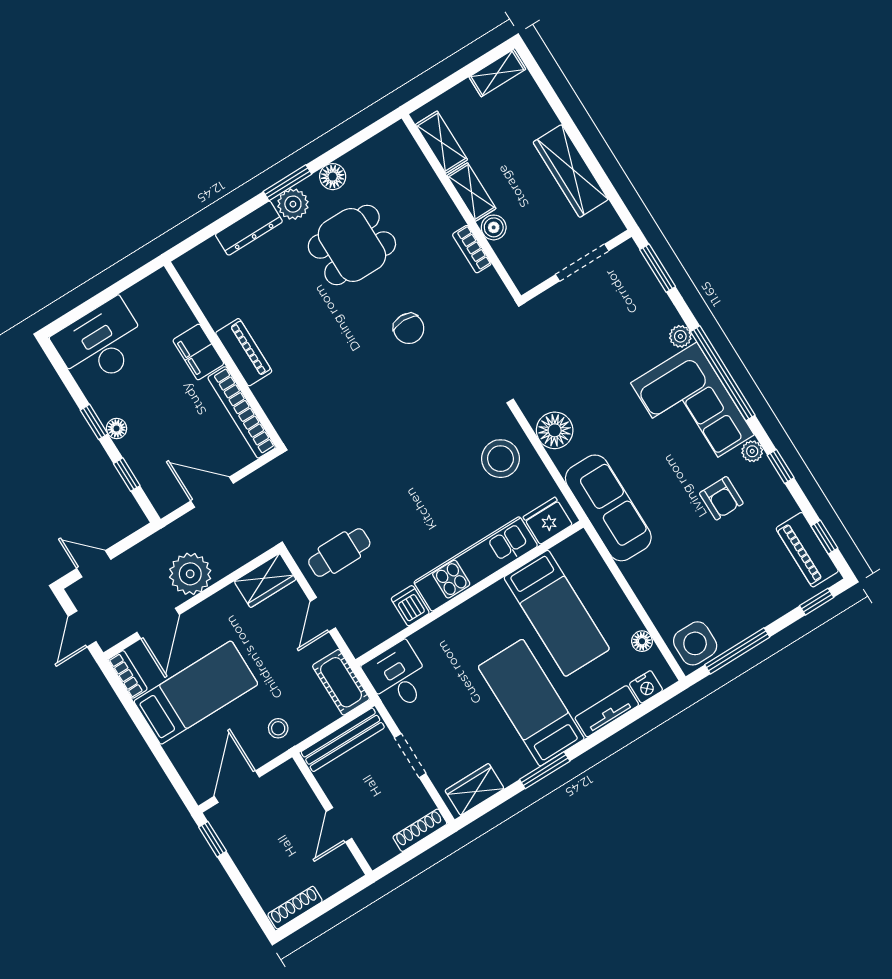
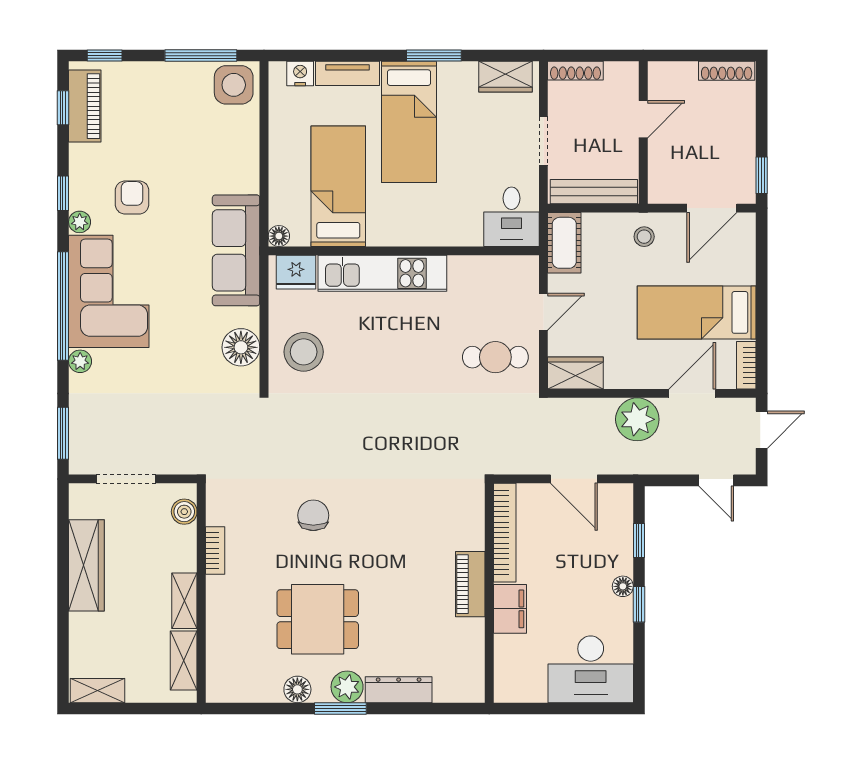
boiler: (494, 227) -> (184, 512), moved
dishwasher: (410, 606) -> (462, 272), removed
floor lamp: (642, 641) -> (279, 236), moved

